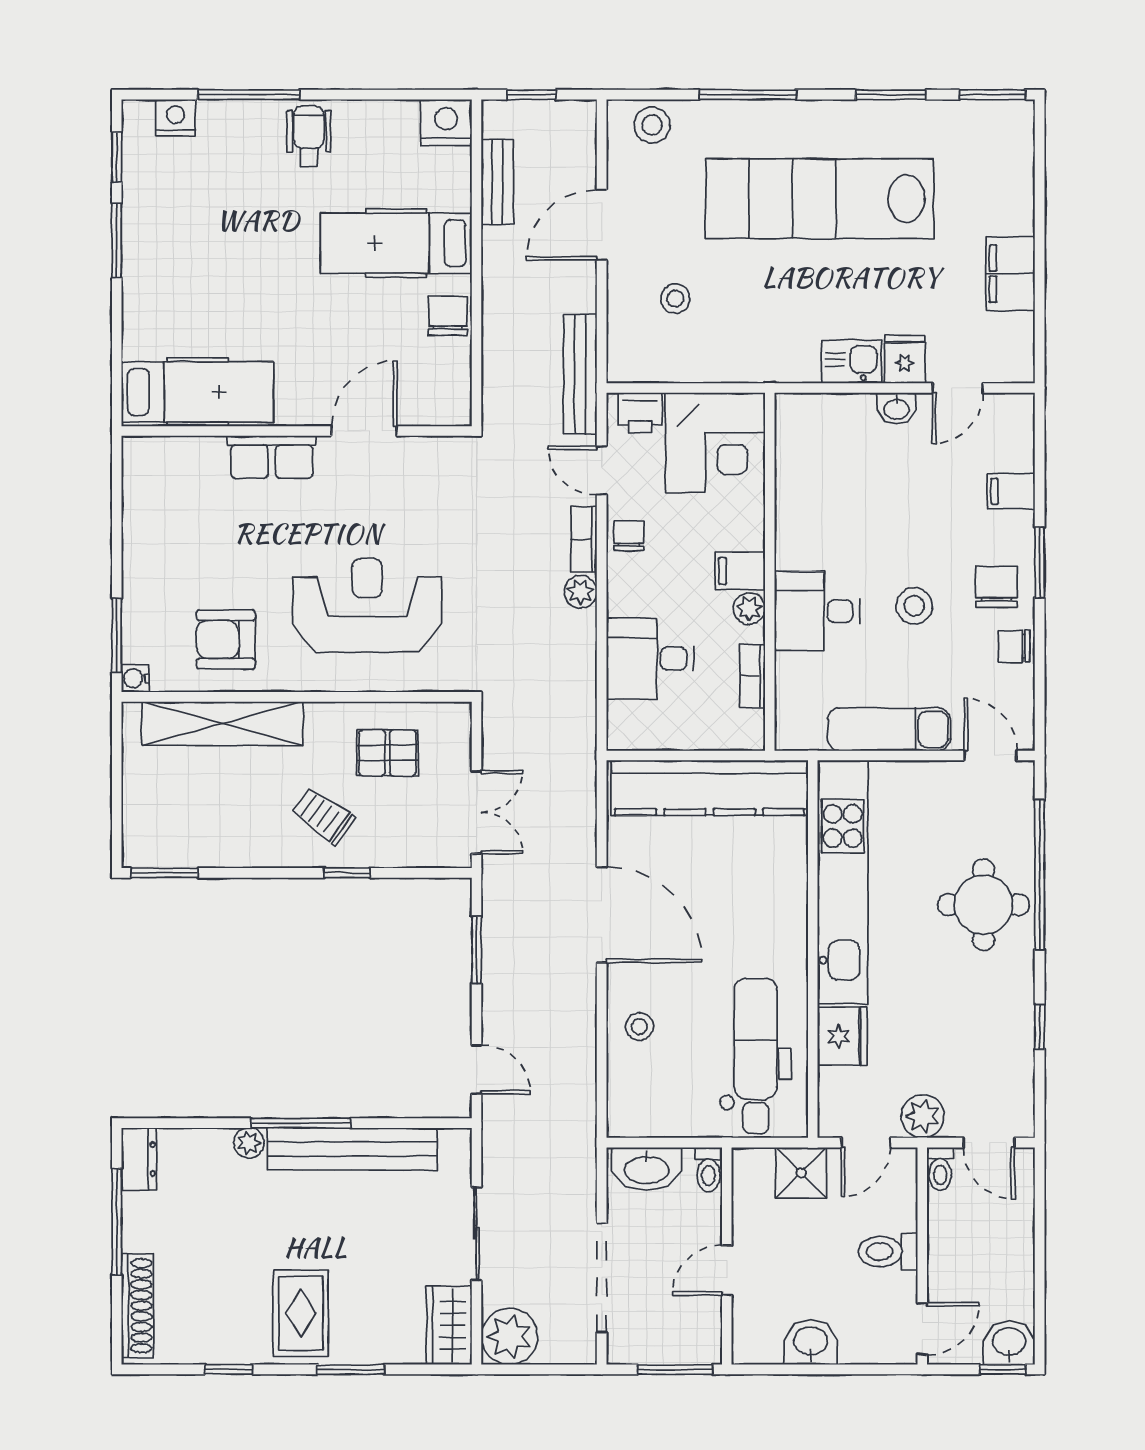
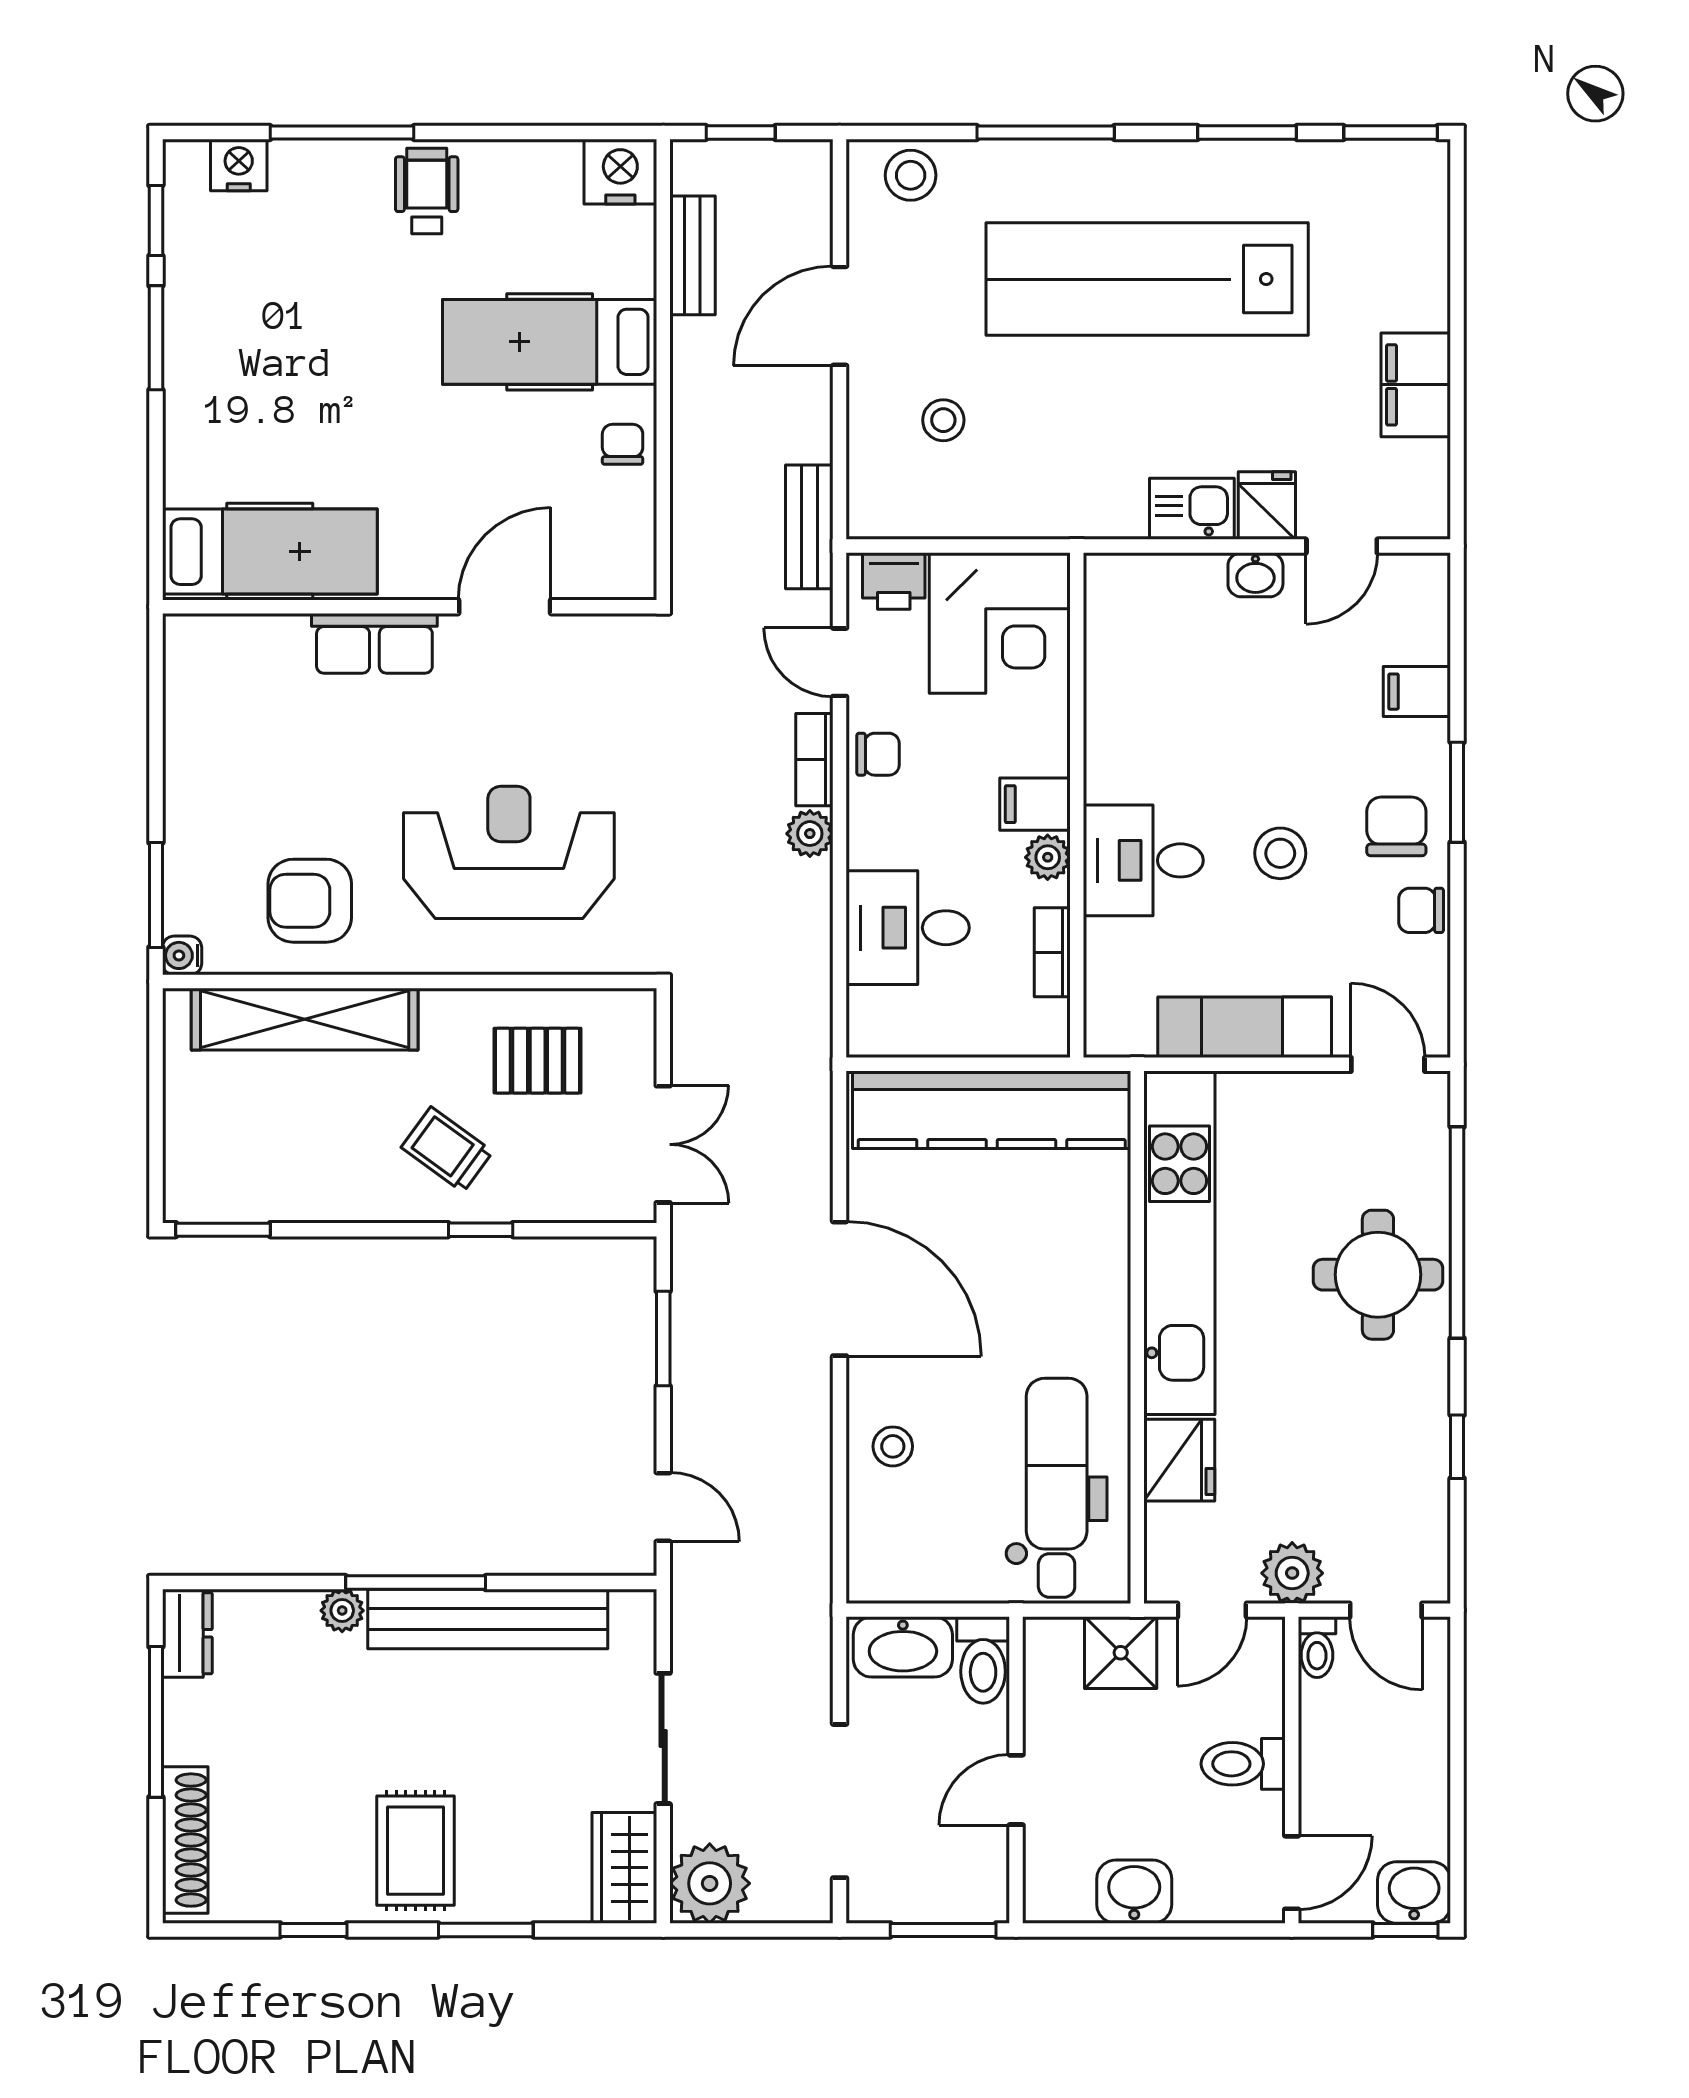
chair: (448, 316) -> (623, 444), width x0.73, depth x0.73
bench: (580, 374) -> (809, 527), width x0.73
chair: (629, 536) -> (878, 754), turned 90
toilet: (708, 1169) -> (983, 1660), width x1.37, depth x1.39

